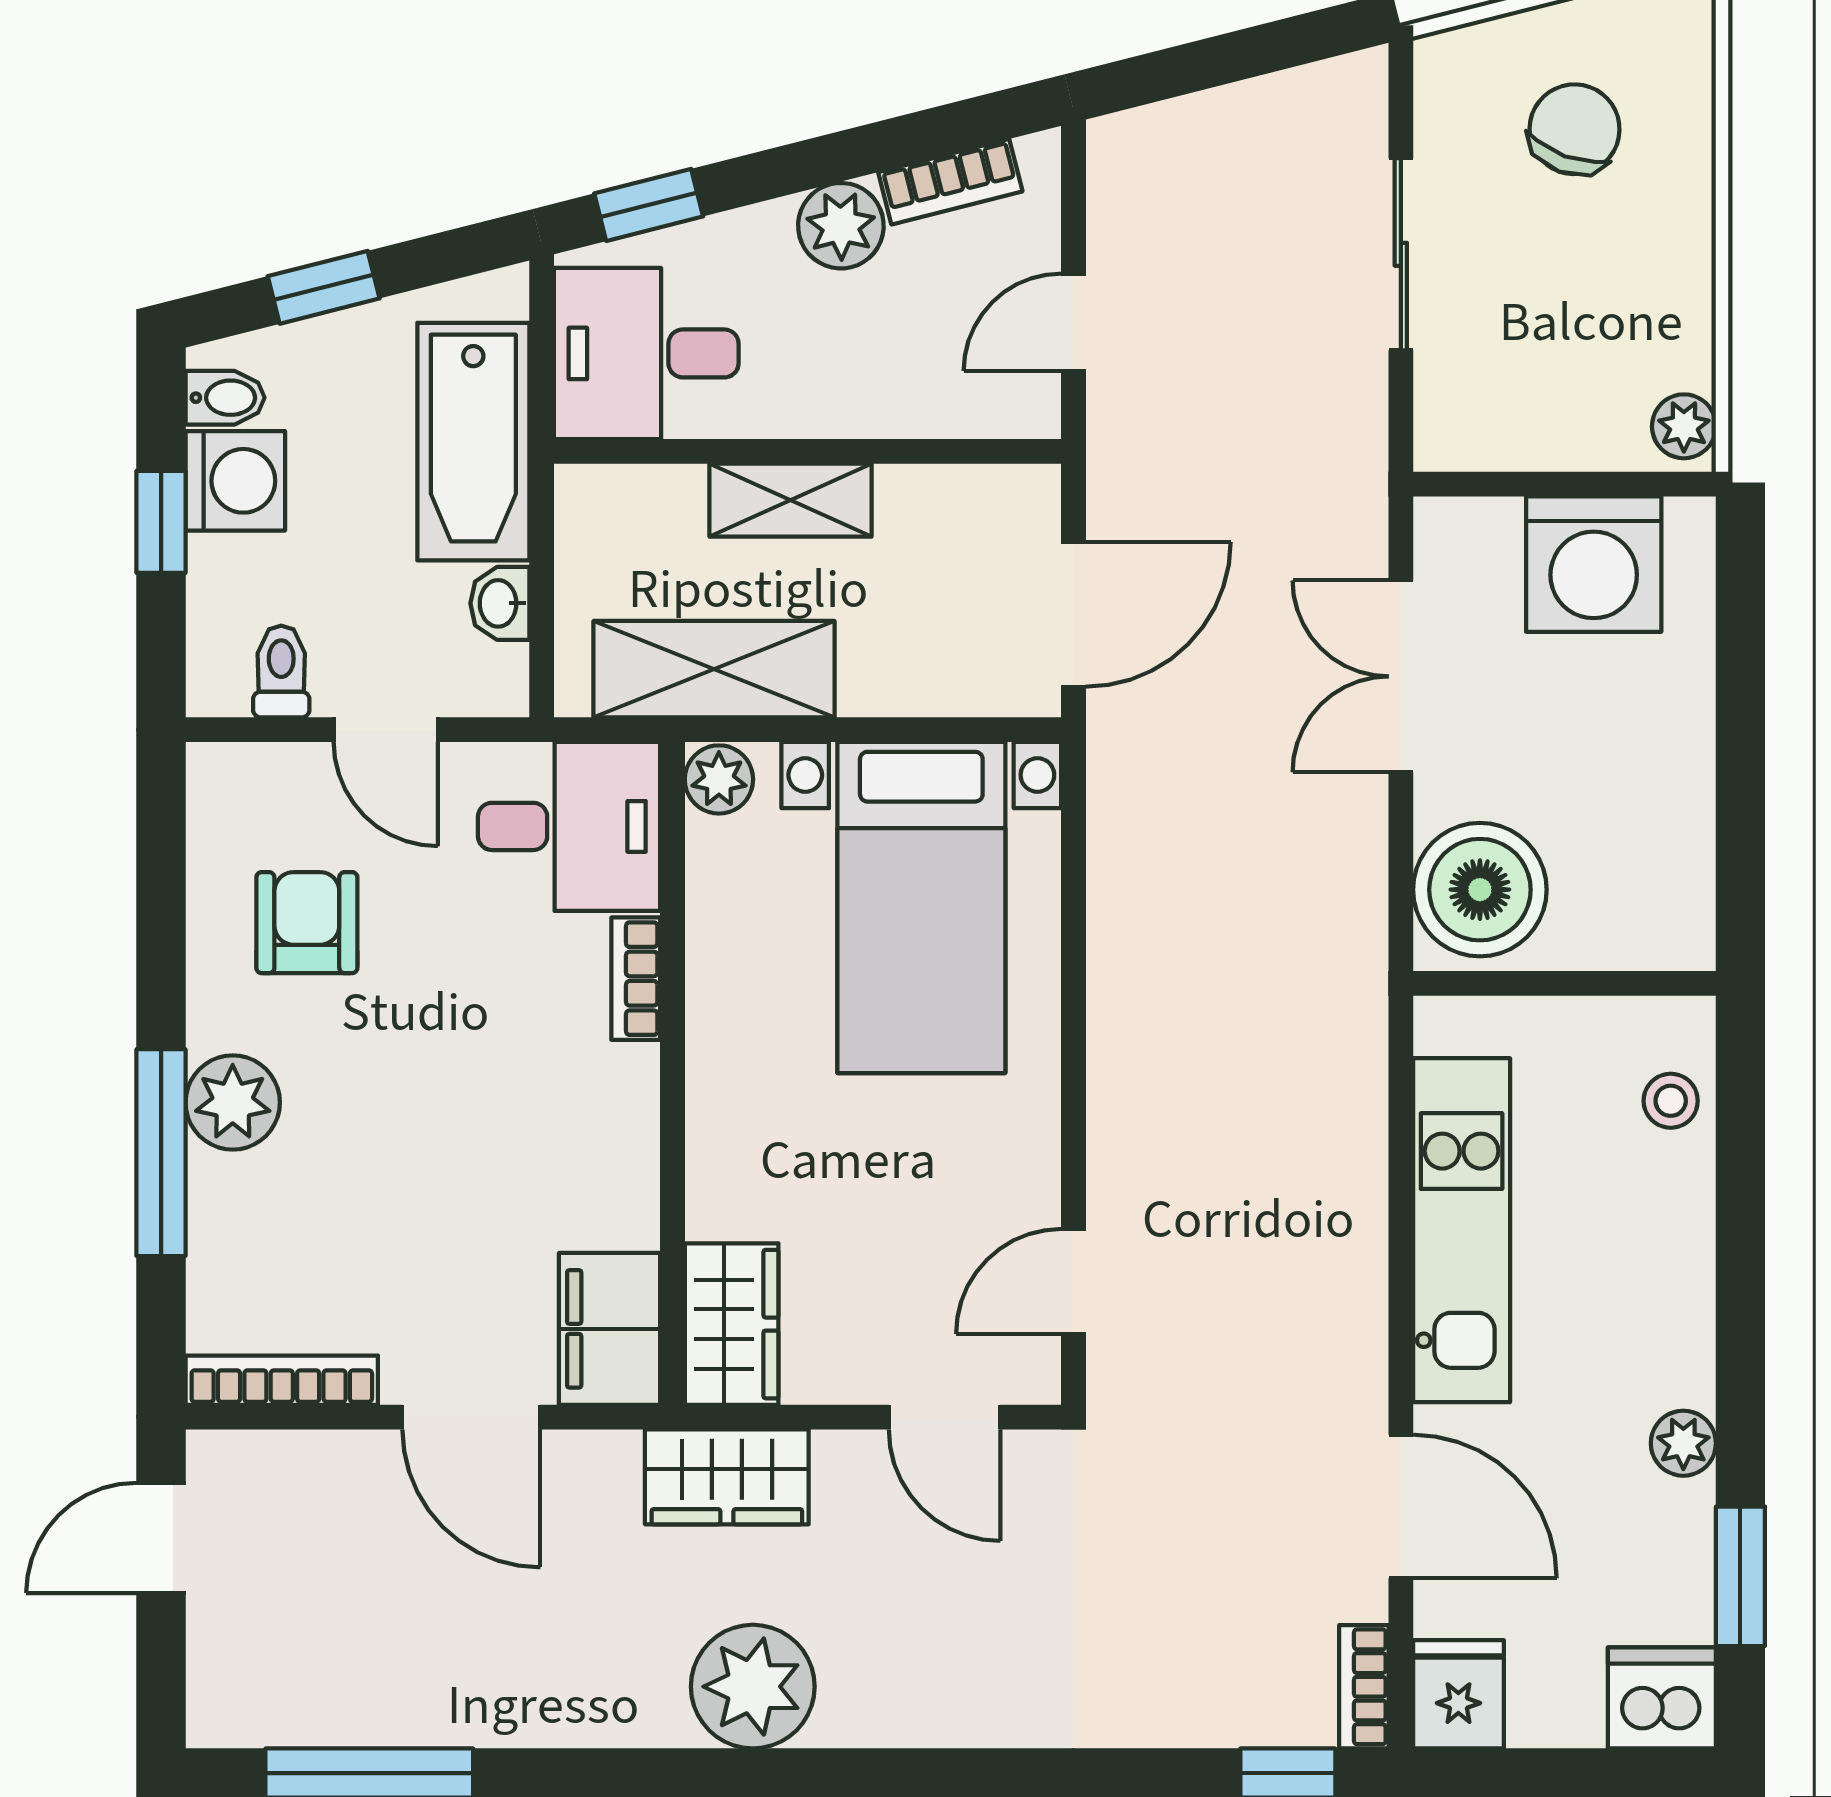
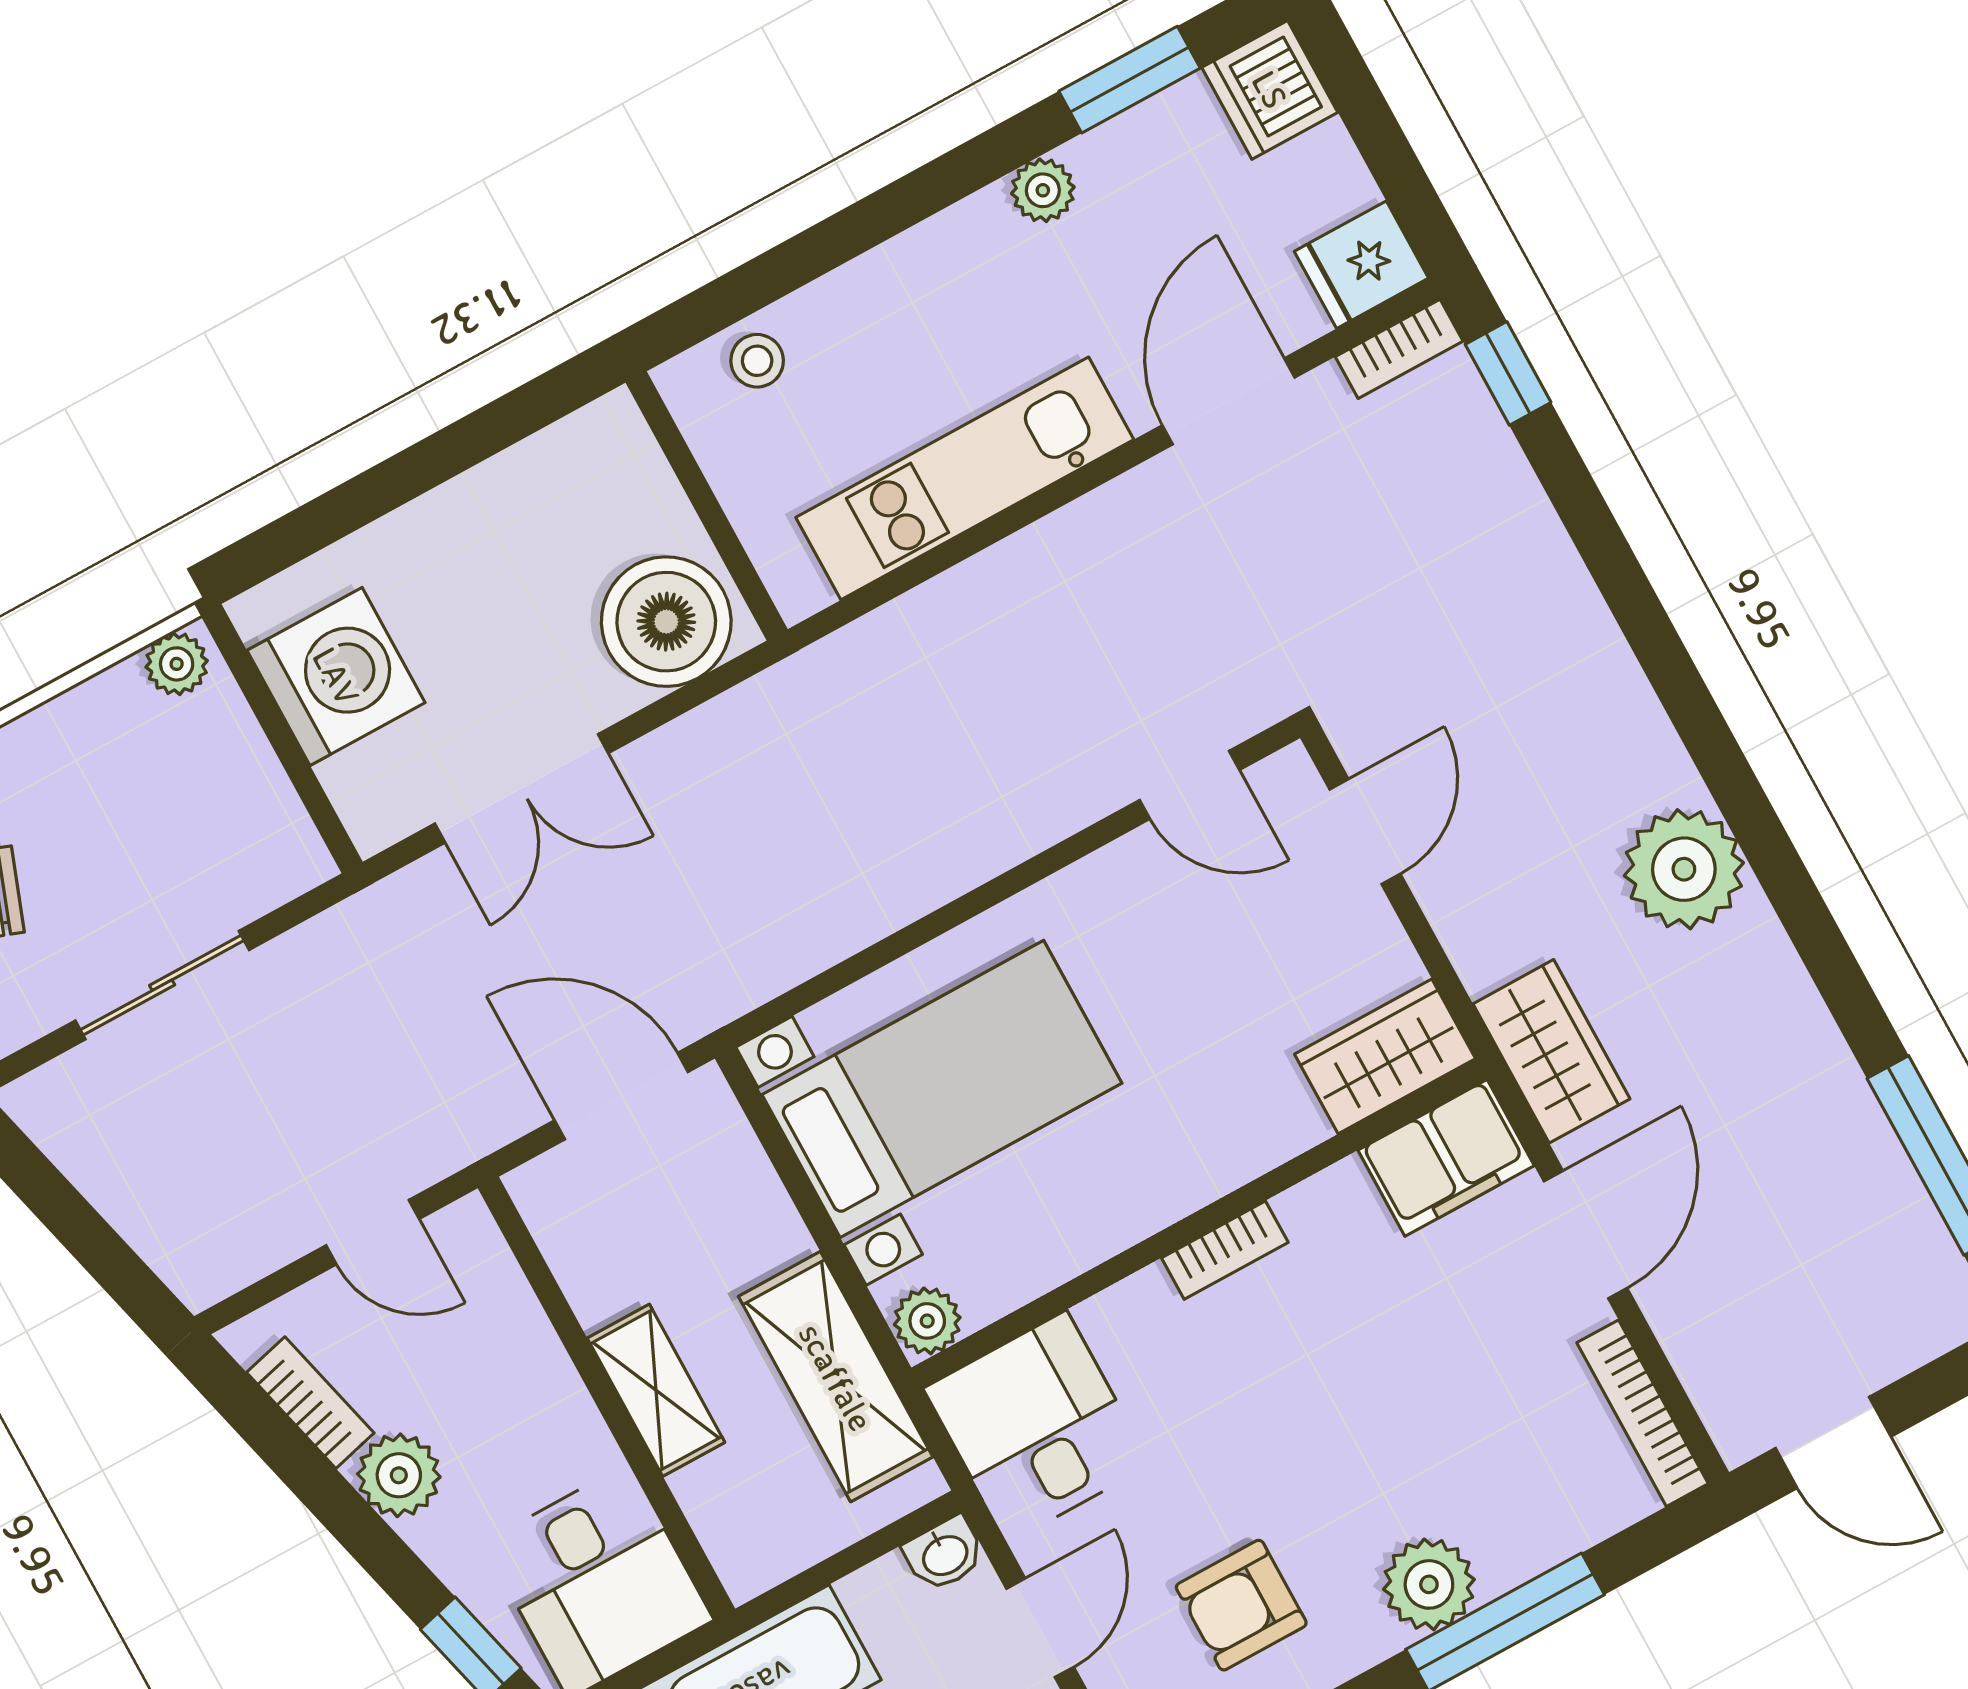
washbasin: (500, 603) -> (944, 1554), moved
bookcase: (636, 979) -> (1225, 1250), moved
wardrobe: (727, 1477) -> (1551, 1051), moved

